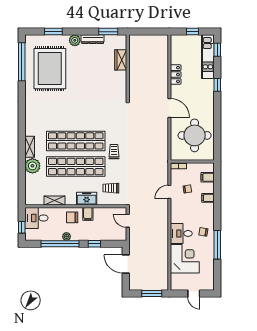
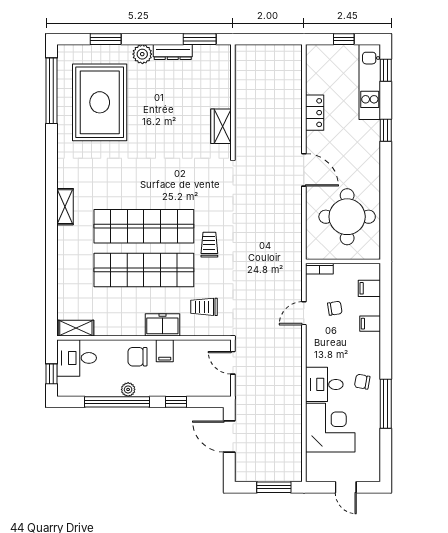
wardrobe: (121, 60) -> (221, 126), moved
shelving: (30, 147) -> (65, 207), moved
plant: (32, 166) -> (70, 269), removed
shelving: (54, 201) -> (76, 328), moved

